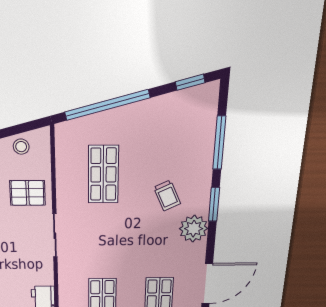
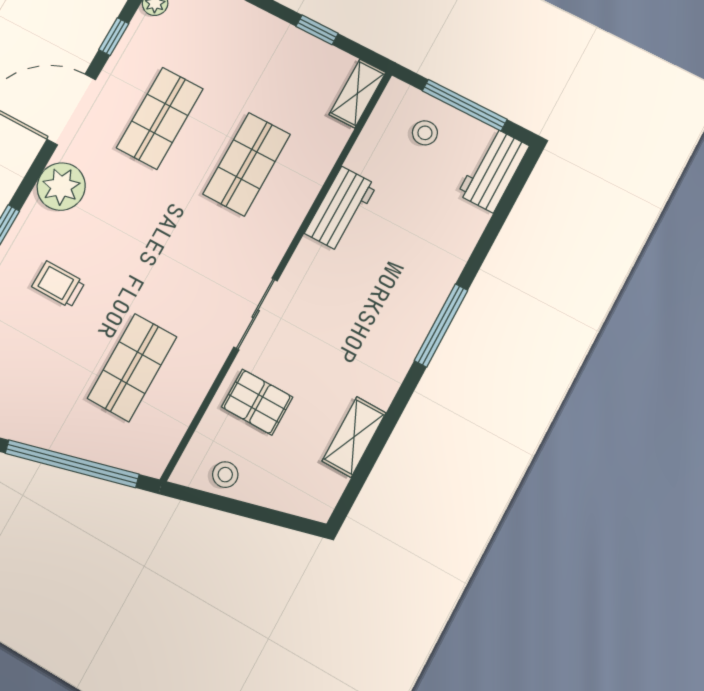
trolley: (167, 195) -> (58, 284), turned -65
plant: (194, 229) -> (61, 187), moved

